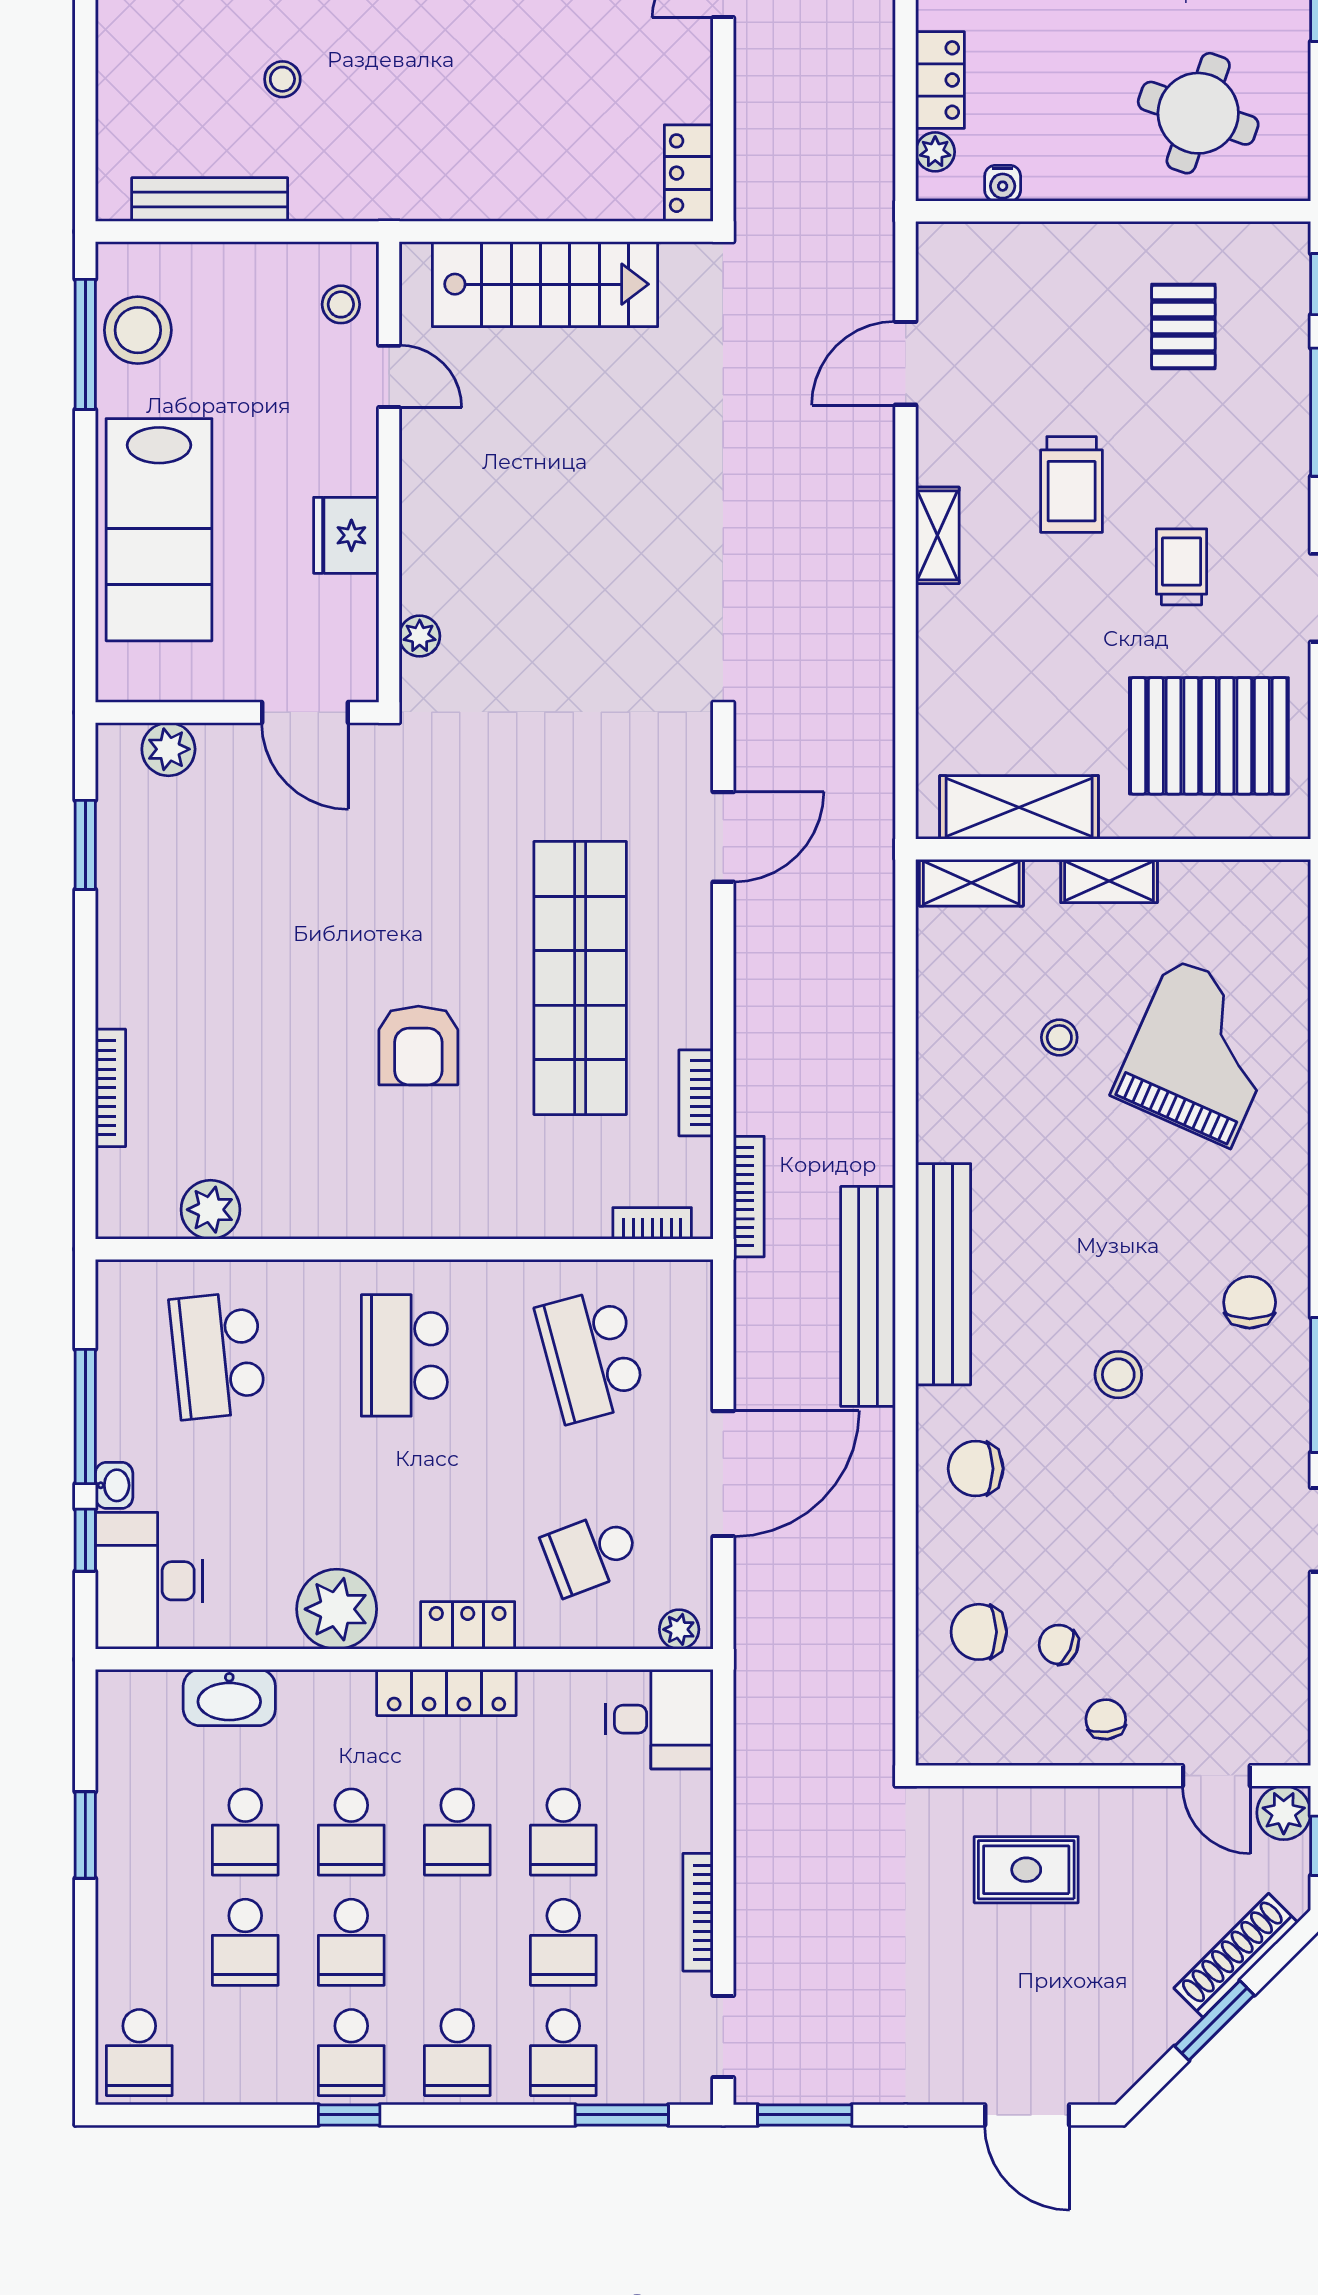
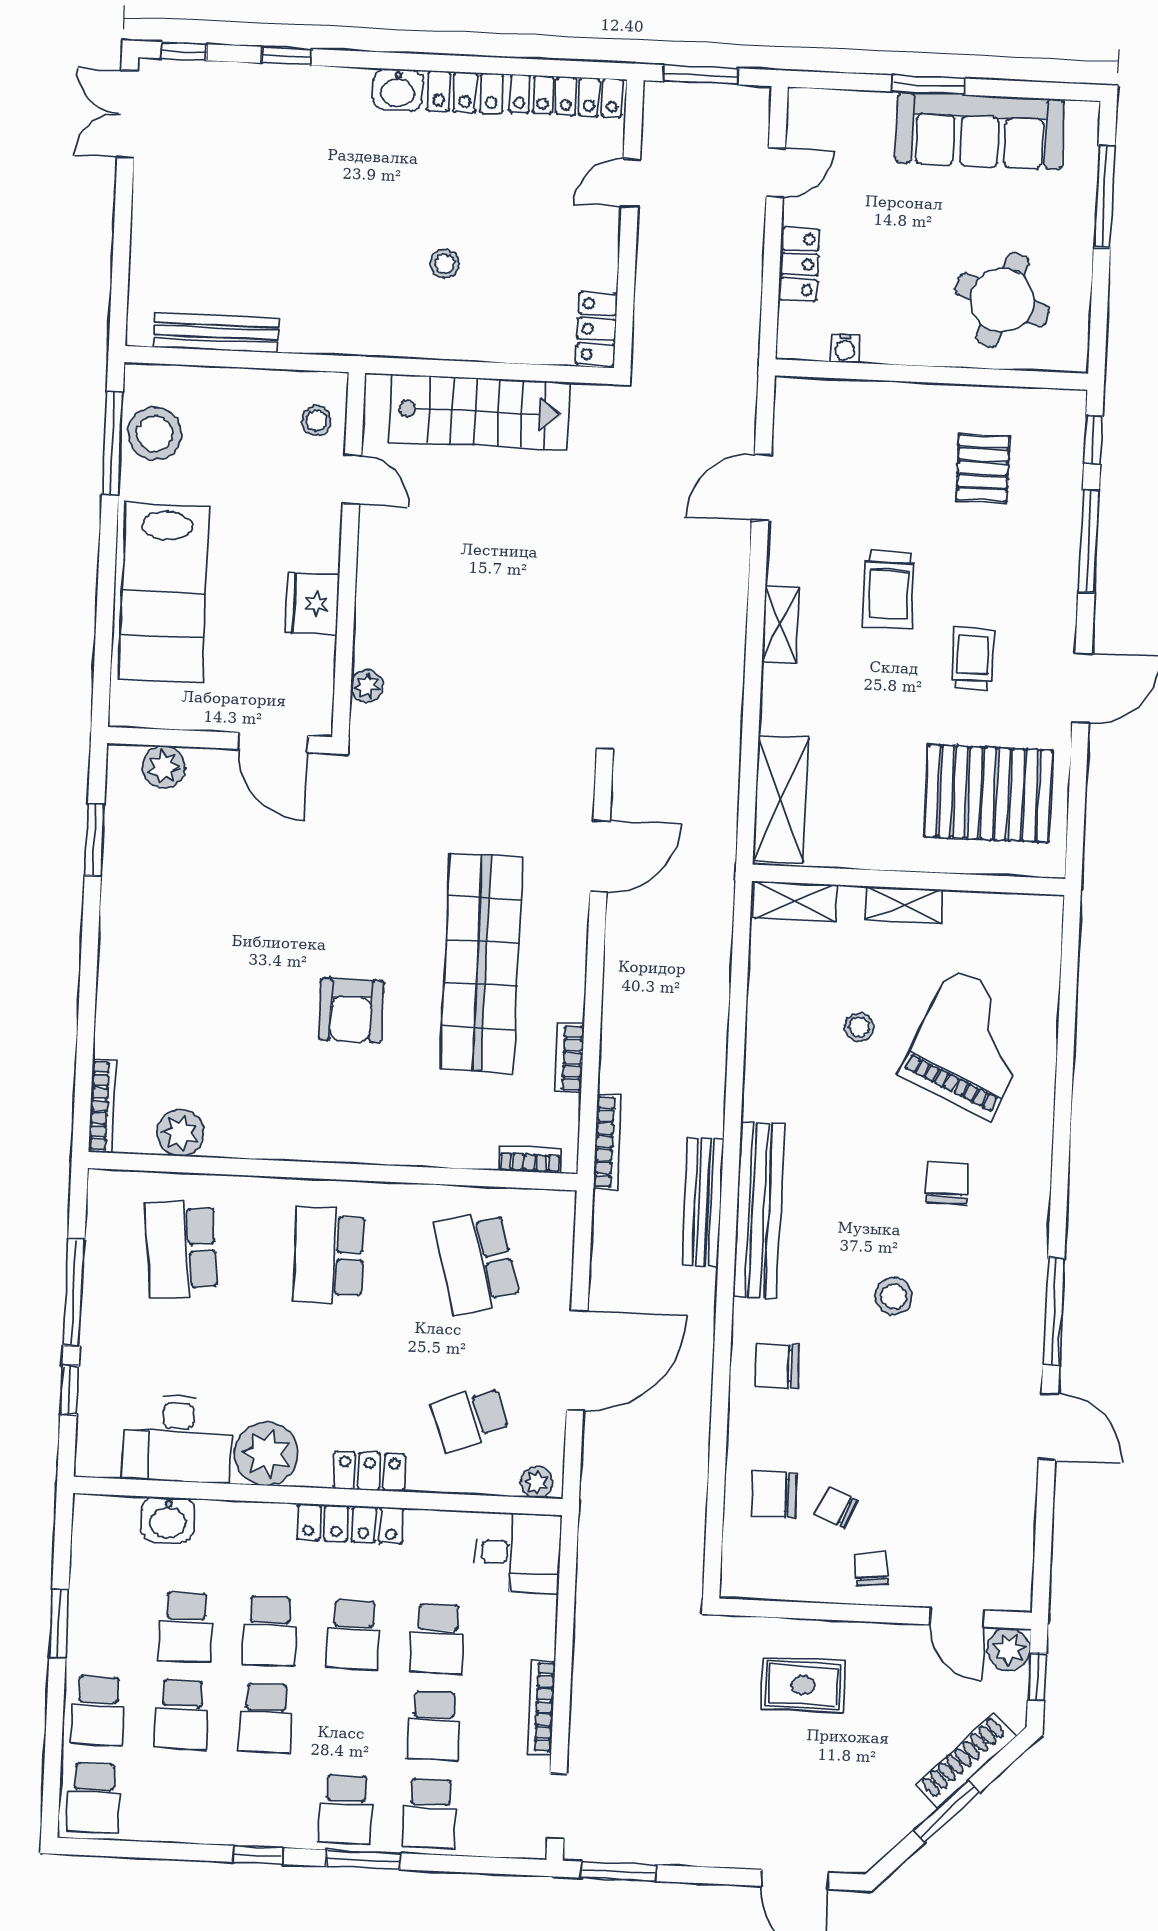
stool: (282, 79) -> (445, 264), moved
plant: (935, 152) -> (793, 321), removed
shelving: (1019, 807) -> (781, 800), moved, turned 90
bookcase: (111, 1088) -> (102, 1106), moved
bench: (868, 1296) -> (703, 1202), width x0.73, depth x0.82
chair: (1250, 1302) -> (947, 1183), moved
washbasin: (114, 1485) -> (94, 1348), removed
desk: (149, 1581) -> (178, 1439), moved, turned -90
washbasin: (229, 1698) -> (168, 1520), width x0.72
school desk: (351, 2053) -> (98, 1711), moved
window: (622, 2115) -> (364, 1860), moved

